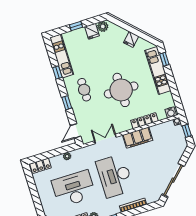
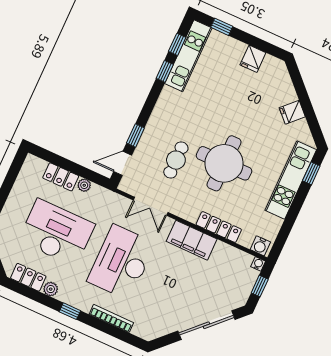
window: (76, 26) -> (222, 27), moved
plant: (103, 26) -> (272, 65), removed
window: (52, 55) -> (177, 44), added
cafe table: (84, 90) -> (176, 160), moved
window: (67, 103) -> (135, 135), moved
double door: (105, 139) -> (151, 206), swing flipped
locker: (41, 166) -> (61, 177), moved
sliding door: (173, 180) -> (206, 325), moved

